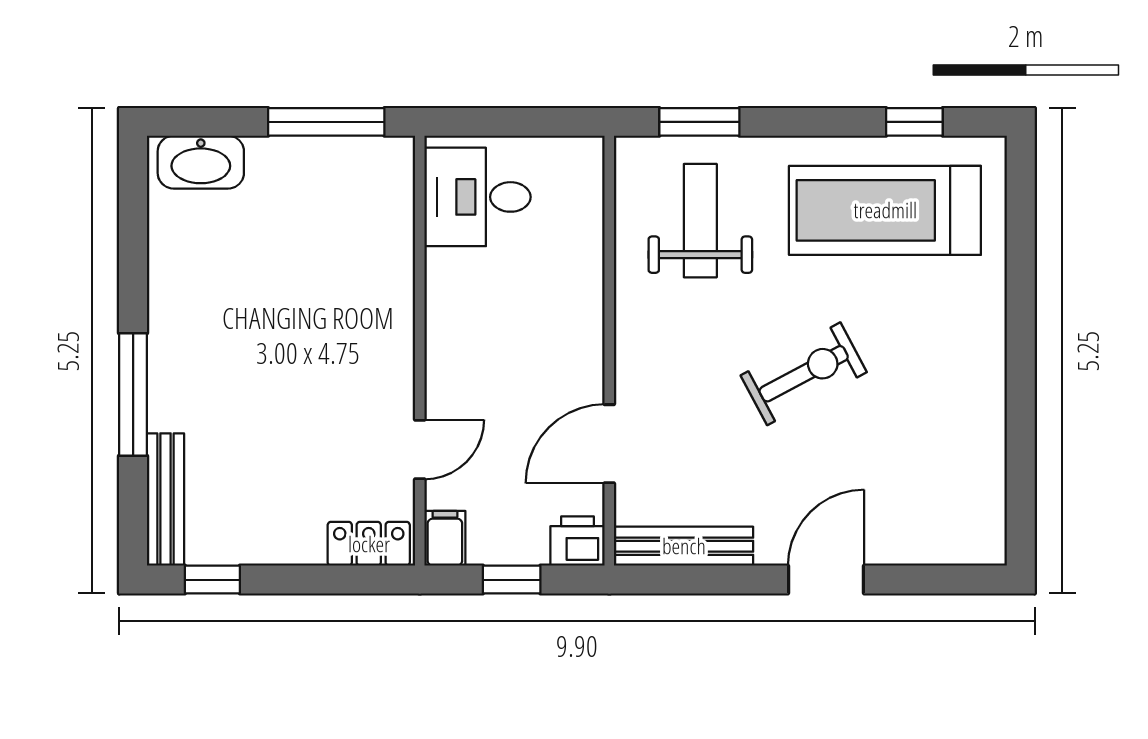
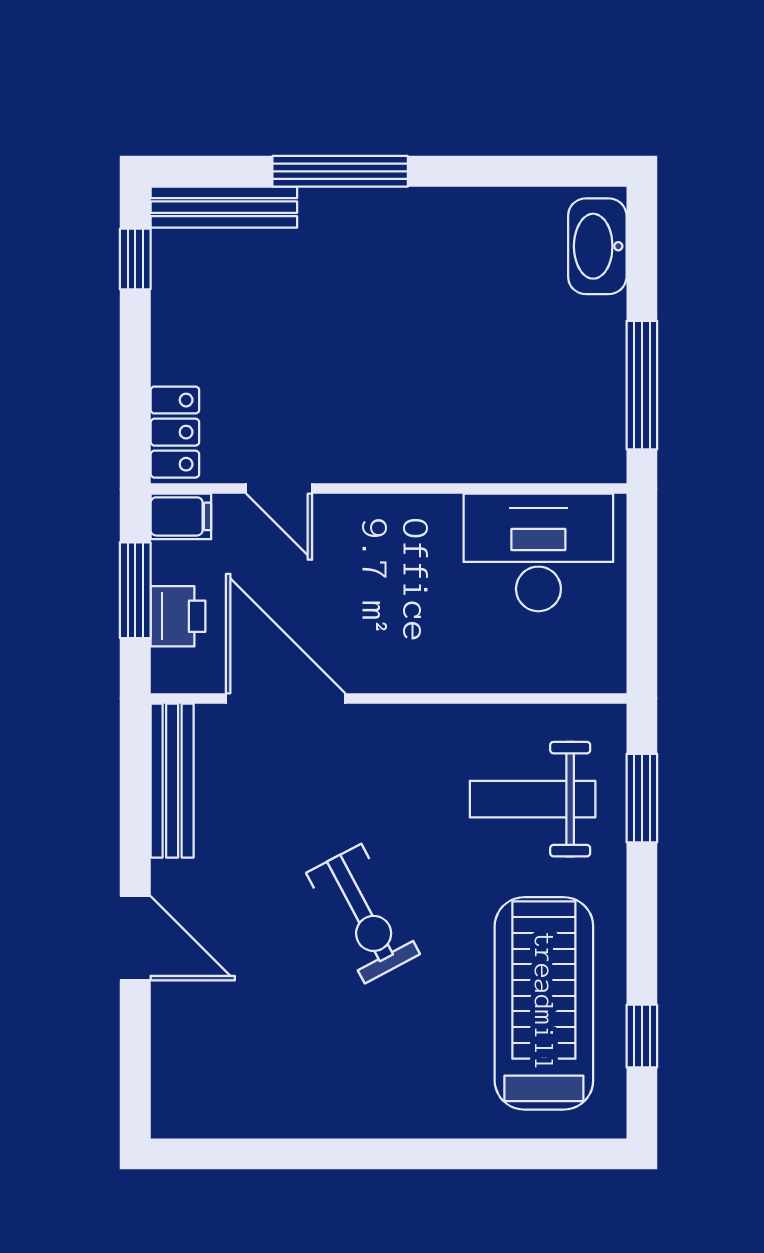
desk: (477, 197) -> (538, 552), width x1.37
weight bench: (700, 221) -> (533, 799), turned 180
door: (609, 444) -> (286, 698), width x1.36
printer: (577, 541) -> (178, 616), moved
window: (512, 580) -> (135, 590), width x1.50

